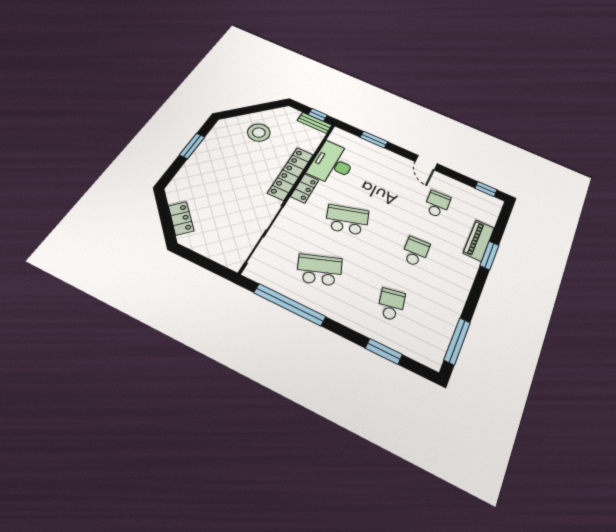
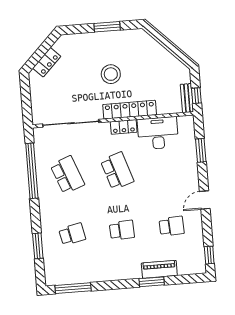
stool: (259, 133) -> (111, 74), moved

